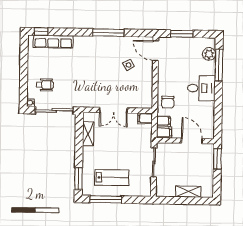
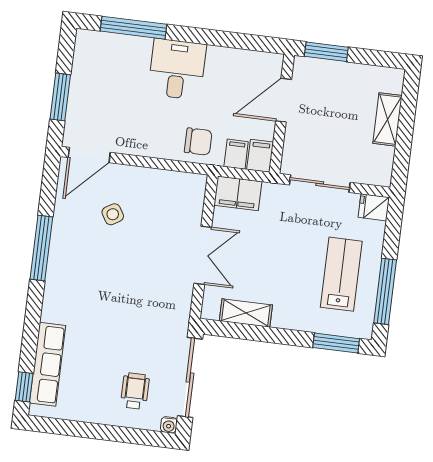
plant: (209, 54) -> (108, 45), removed
filing cabinet: (145, 118) -> (238, 193), width x2.00
fridge: (145, 190) -> (374, 207), added

